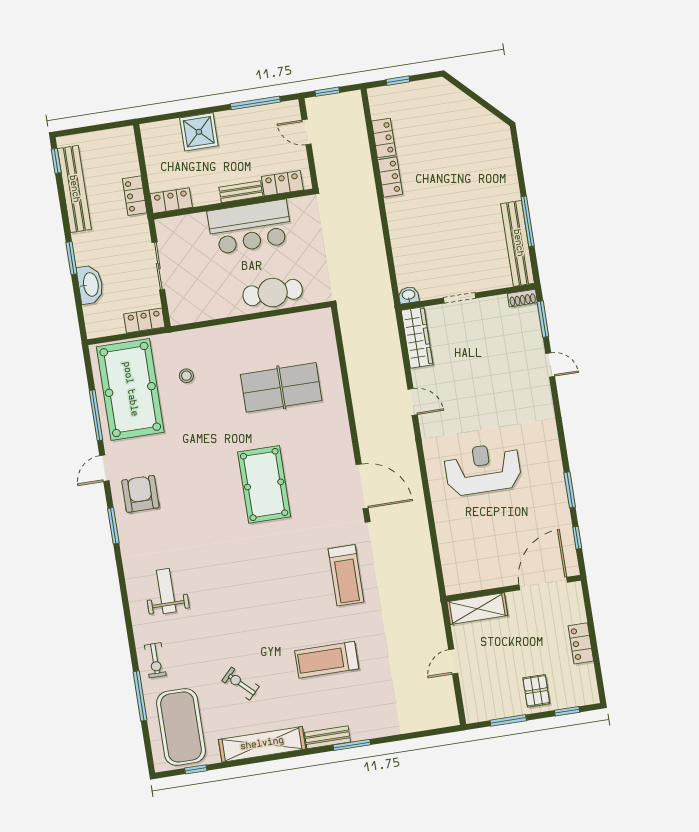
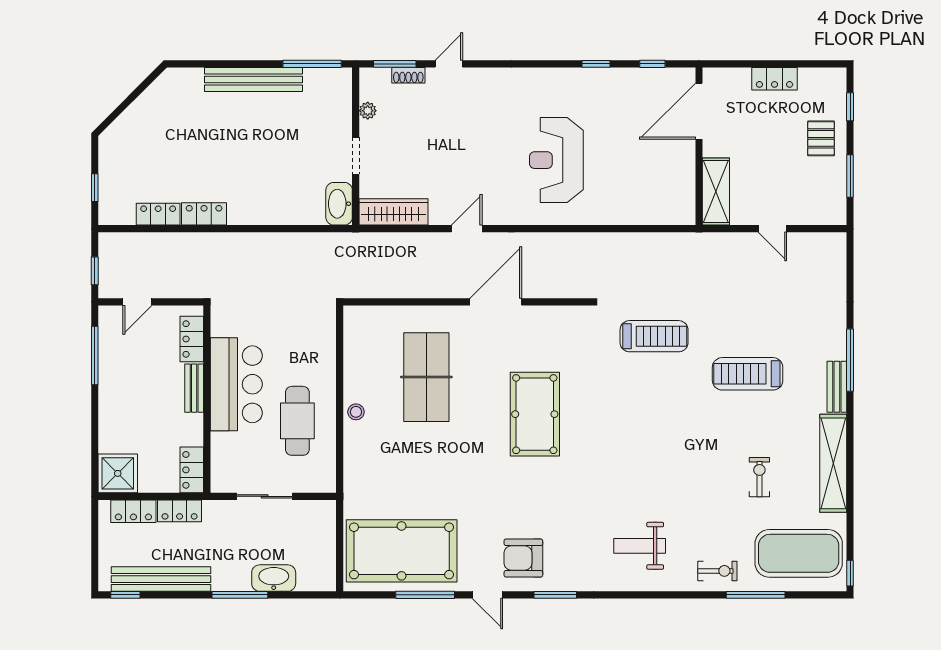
shower: (199, 132) -> (118, 473), moved
window: (528, 221) -> (312, 64), moved
bench: (518, 243) -> (253, 79), moved
window: (71, 258) -> (240, 595), width x1.44
cafe table: (273, 293) -> (297, 421), moved
washbasin: (409, 295) -> (339, 204), width x1.91, depth x1.45
shoe rack: (522, 298) -> (408, 75), moved, turned 90
plant: (500, 302) -> (368, 111), added
locker: (144, 321) -> (133, 511), moved, turned -90
stool: (186, 376) -> (356, 412), moved
pool table: (264, 484) -> (535, 414), turned 90
door: (362, 486) -> (496, 302), moved
window: (570, 490) -> (596, 64), width x0.67
door: (543, 584) -> (699, 111), hinge flipped
treadmill: (327, 660) -> (748, 374), turned 90
exercise bike: (241, 684) -> (759, 477), turned 136
pallet: (536, 691) -> (821, 138), turned 90
window: (352, 745) -> (850, 360), width x1.44
window: (196, 769) -> (850, 573), moved

